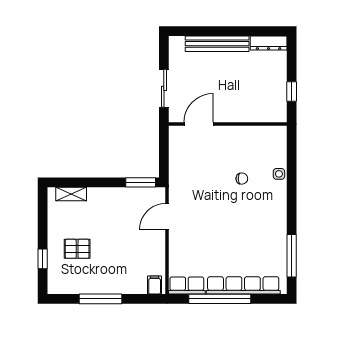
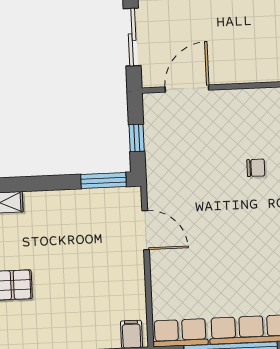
window: (164, 155) -> (137, 138), added
door: (167, 217) -> (146, 230), swing flipped

